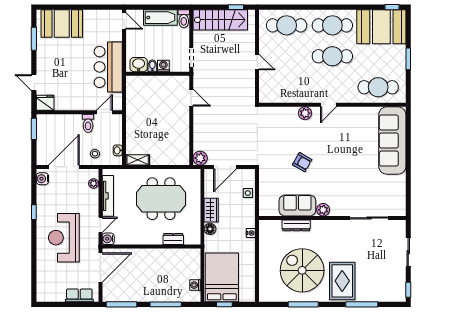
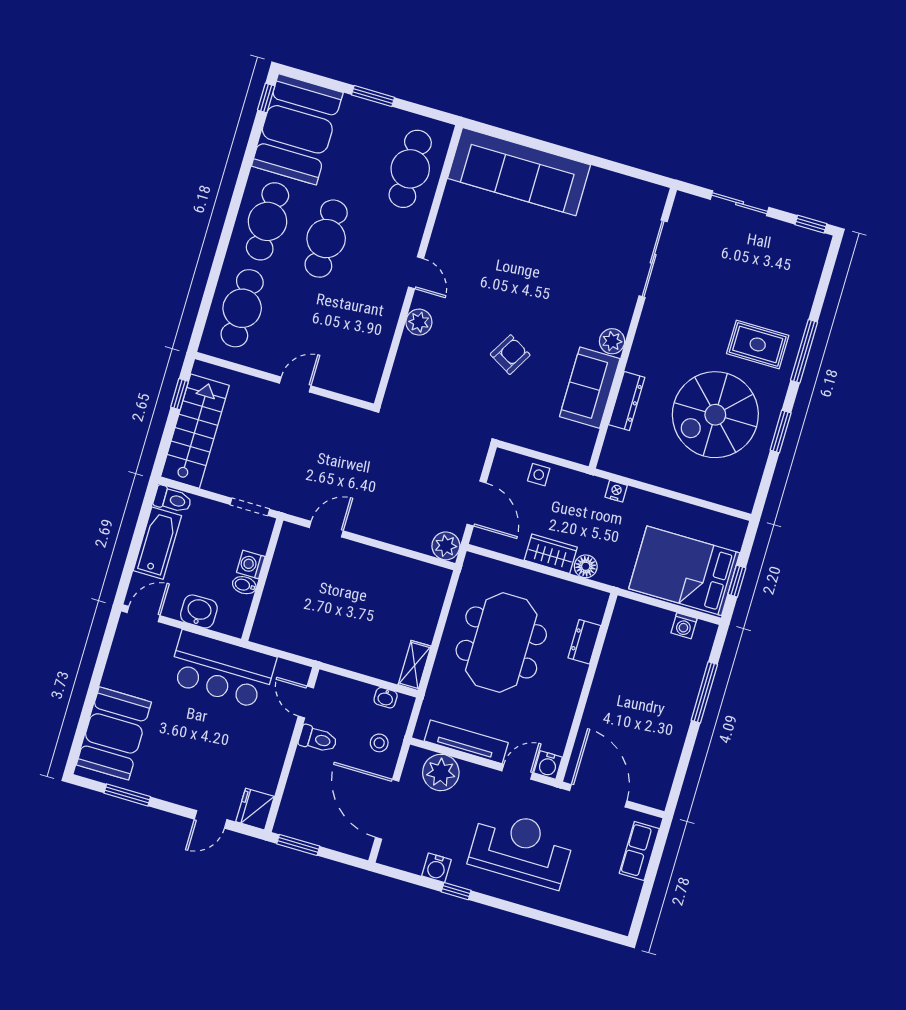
washbasin: (139, 65) -> (199, 611), moved, turned 90
water cooler: (42, 179) -> (436, 868), moved
plant: (94, 184) -> (441, 772), width x1.87, depth x1.87
door: (100, 225) -> (517, 772), hinge flipped
reception desk: (64, 238) -> (521, 848), turned 180
rug: (342, 281) -> (758, 344), width x0.73, depth x0.70
window: (122, 304) -> (680, 776), removed
window: (303, 304) -> (781, 431), width x0.69
window: (362, 304) -> (804, 351), moved

